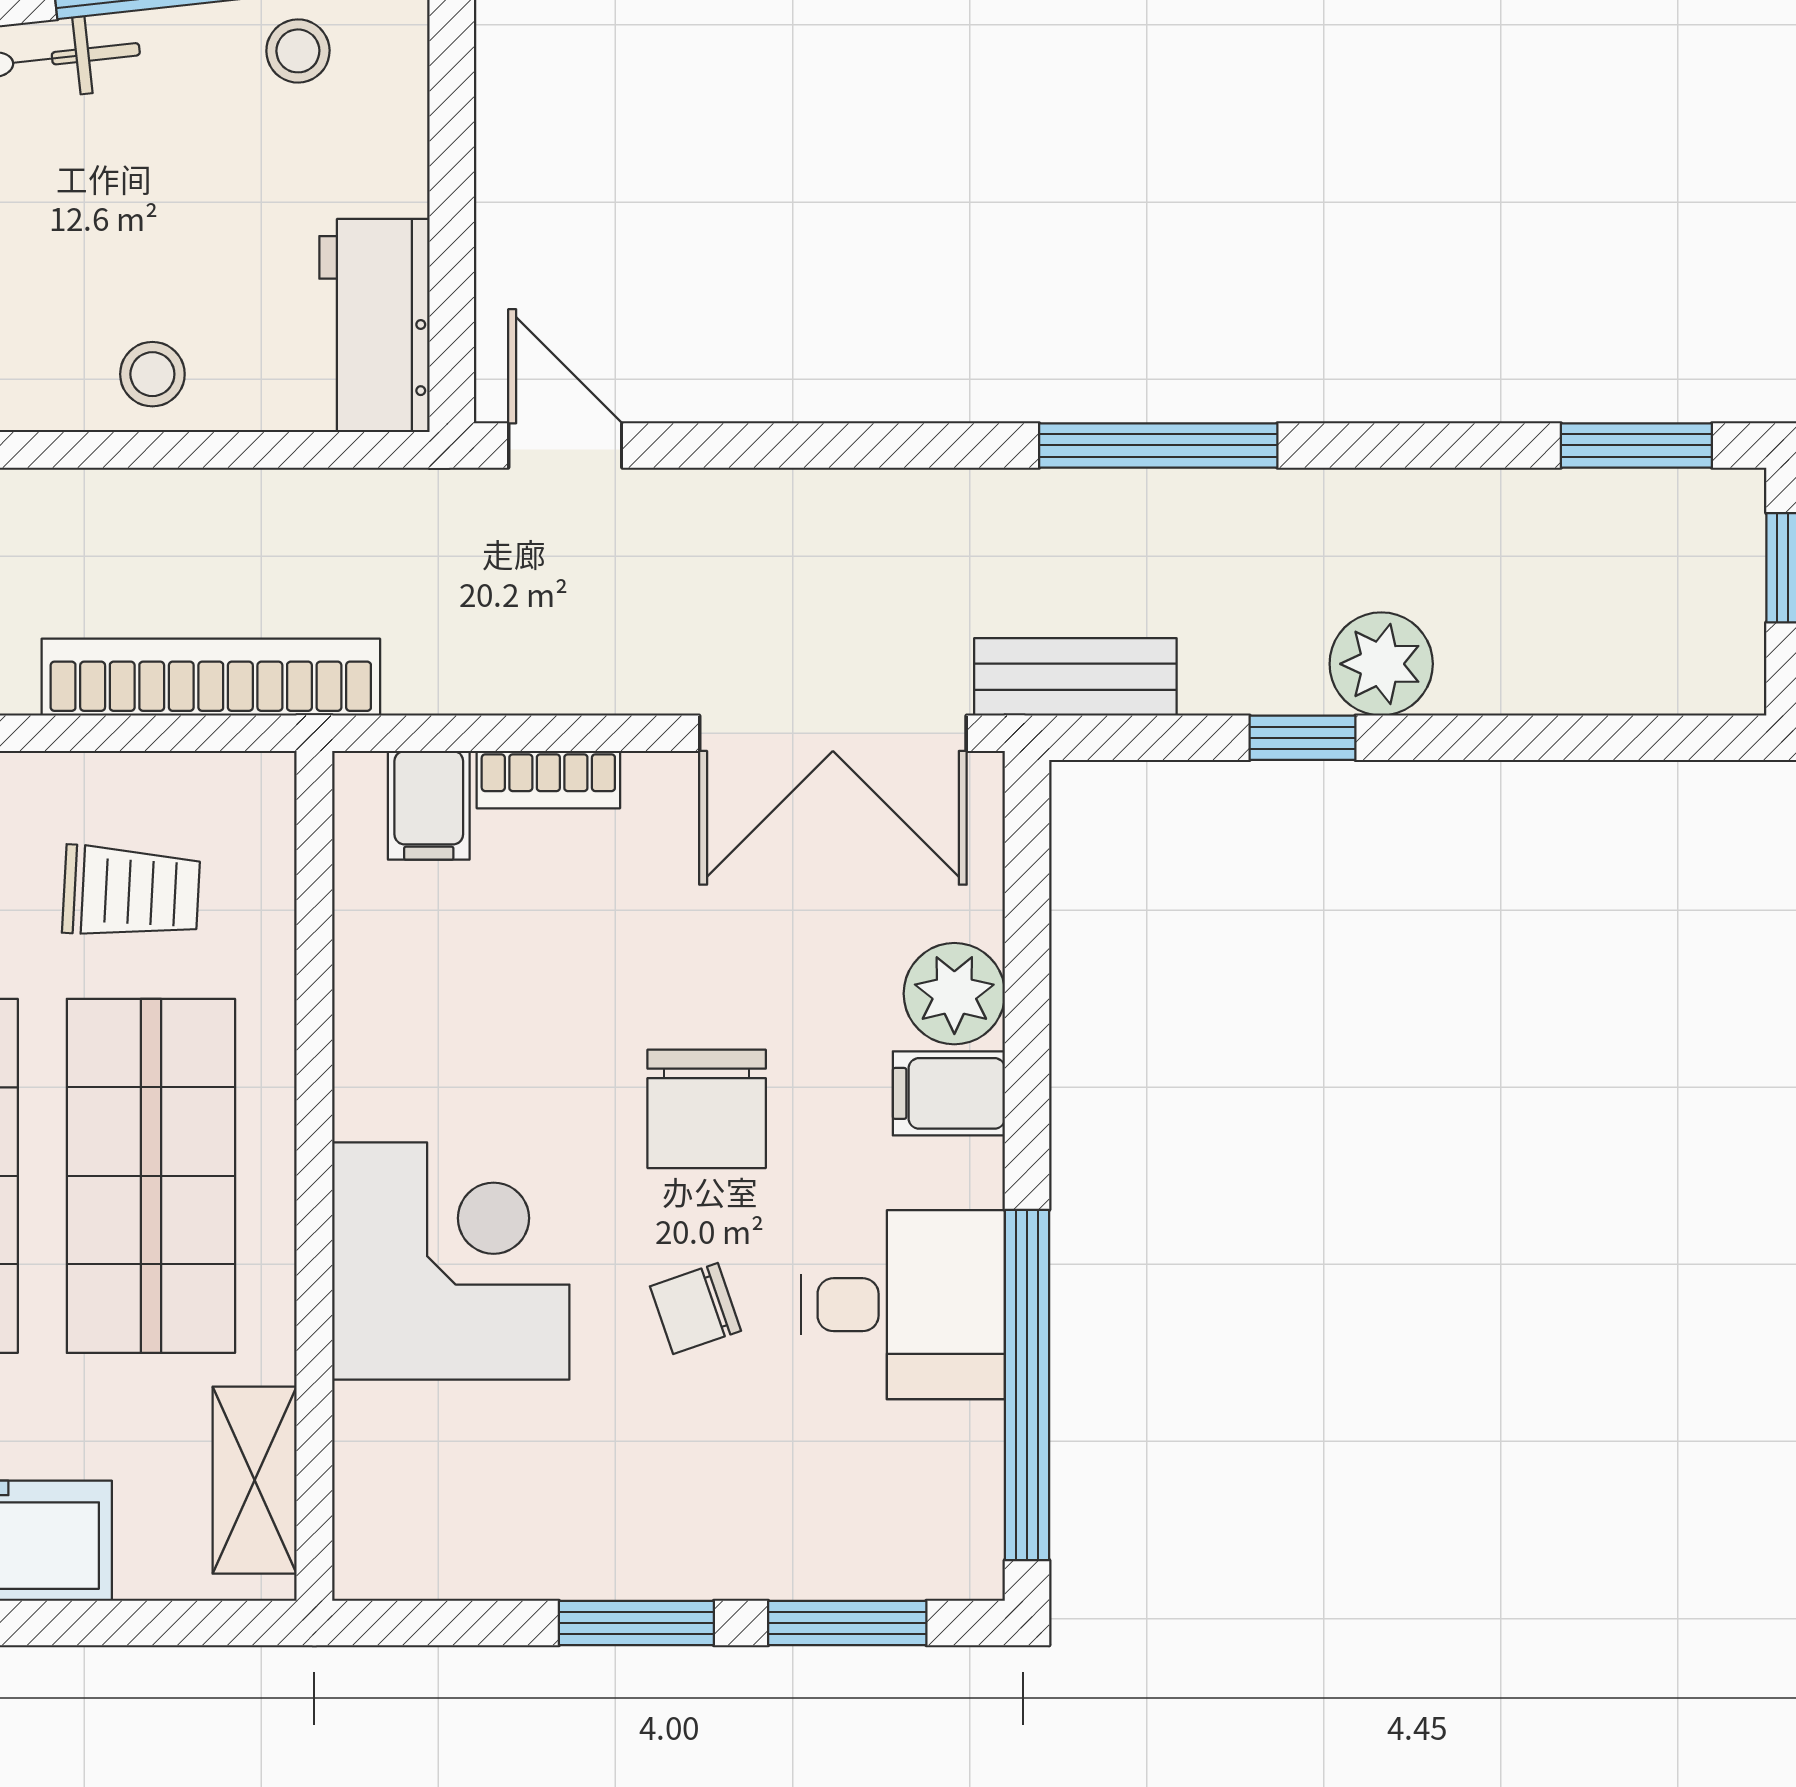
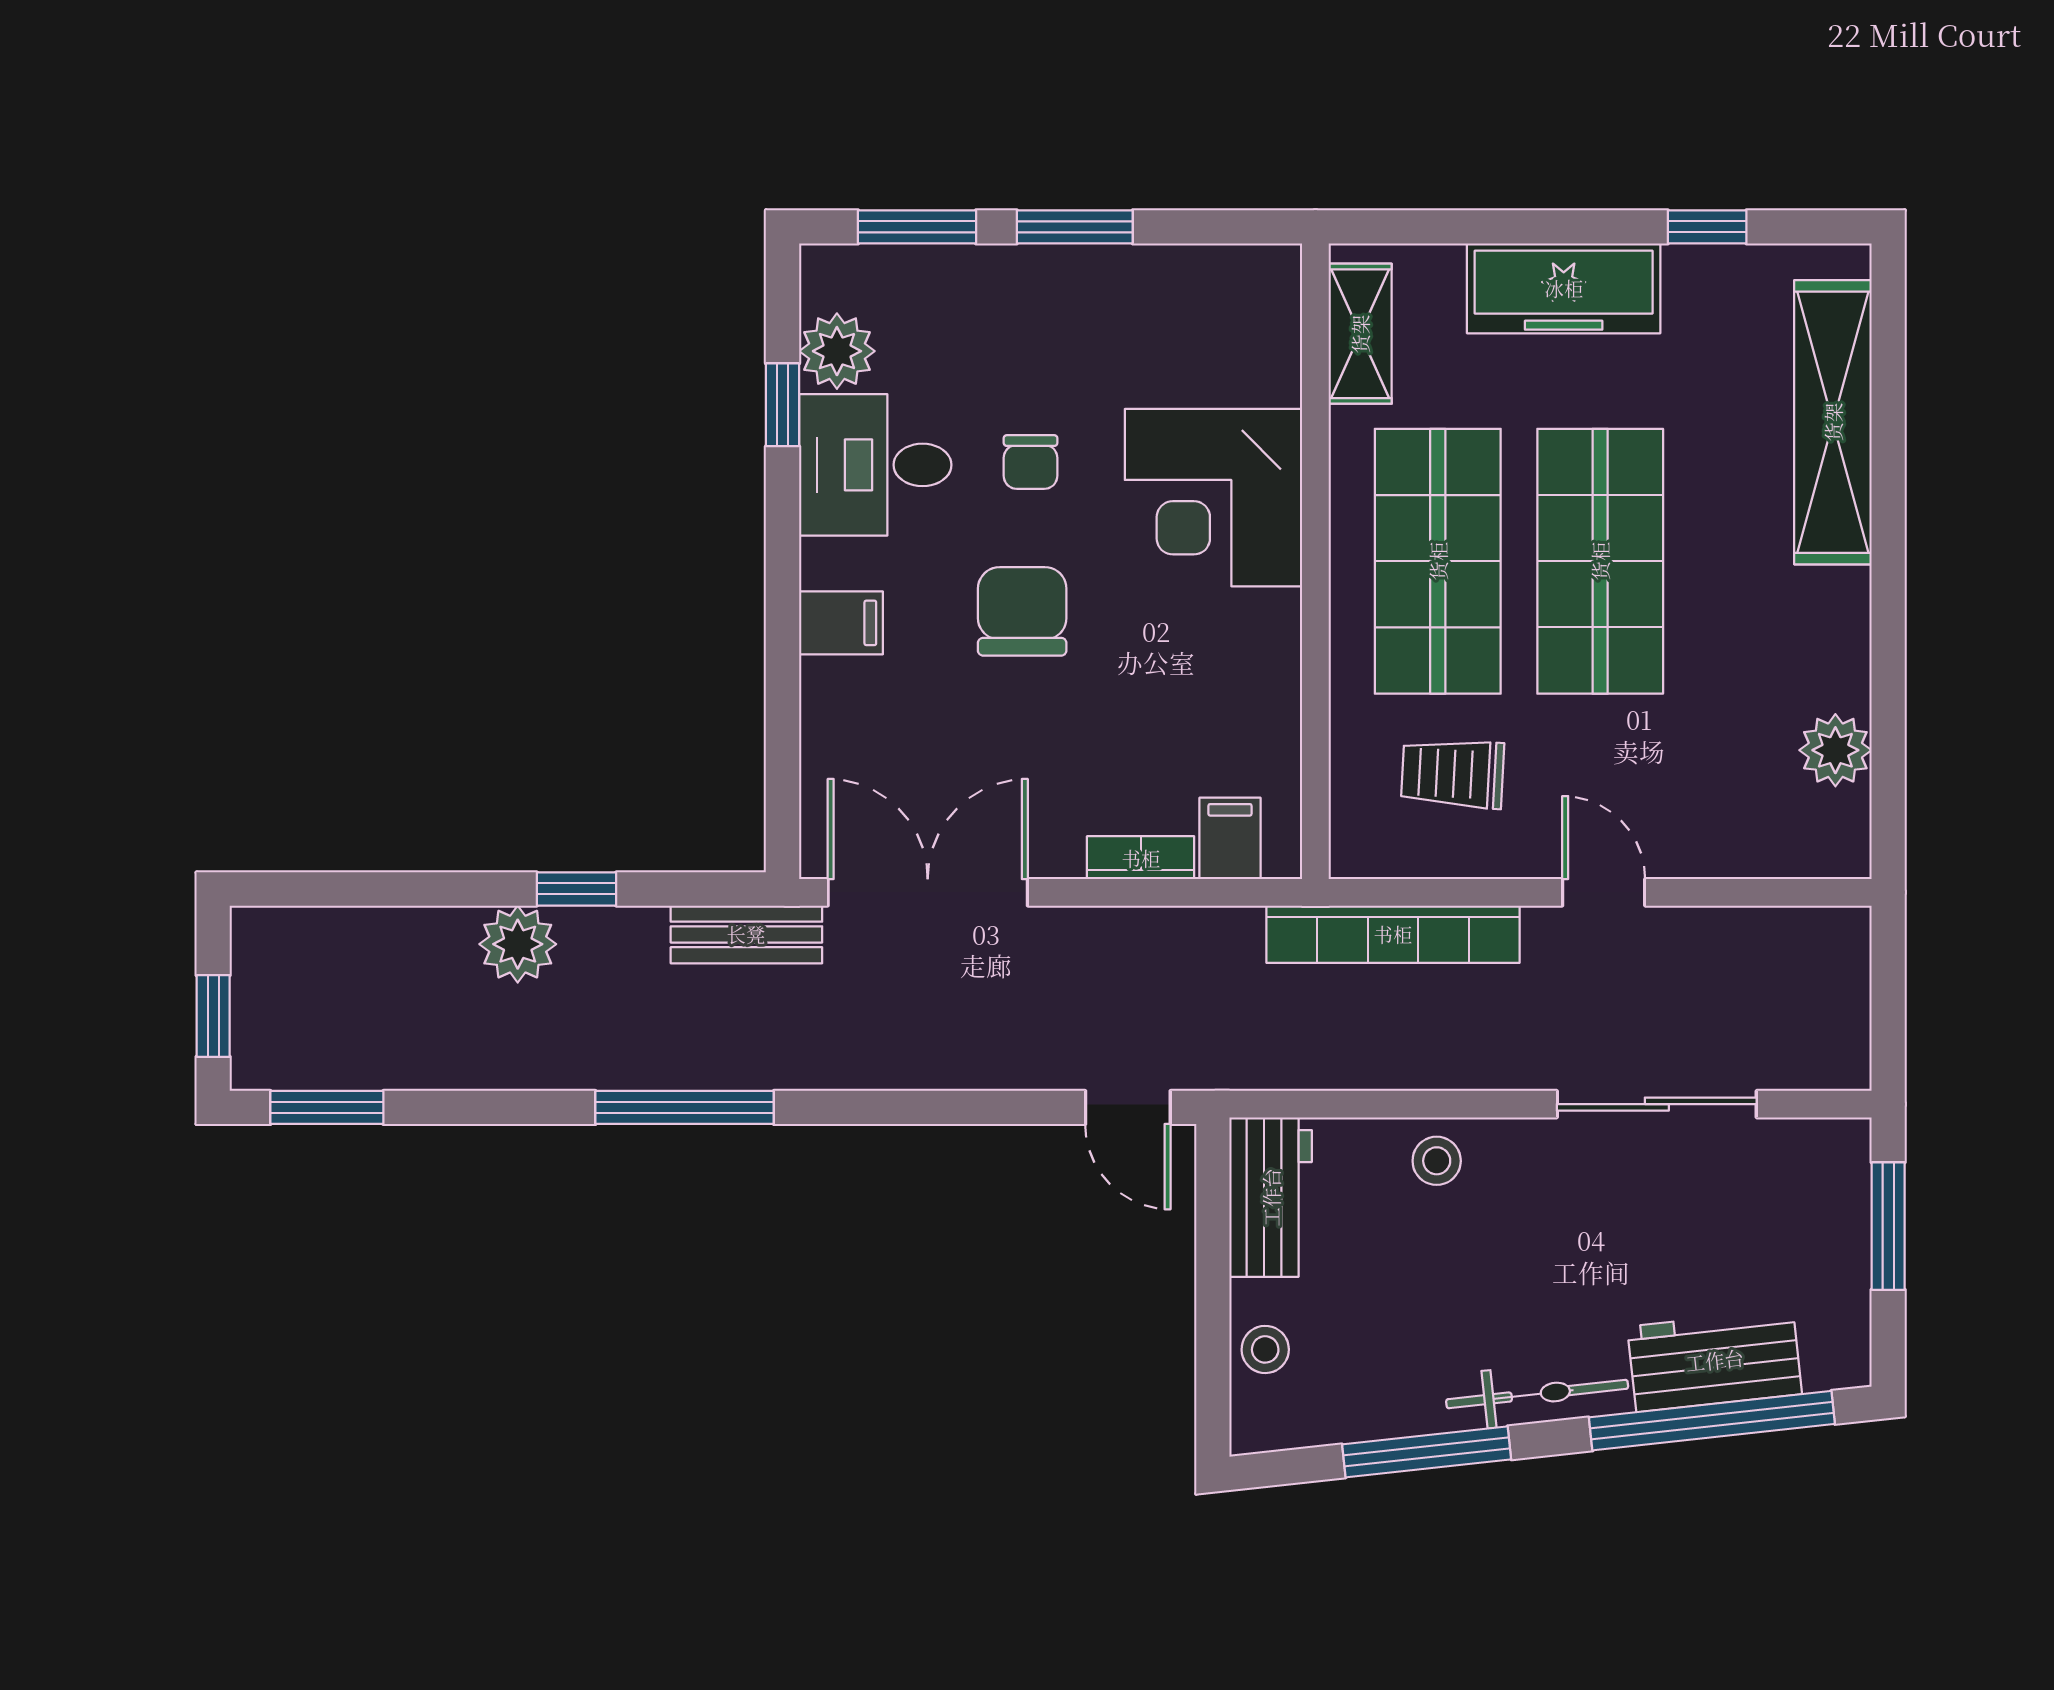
stool: (298, 51) -> (1265, 1349), moved
plant: (954, 994) -> (837, 351), moved
chair: (696, 1309) -> (1031, 462), turned 109
window: (1027, 1385) -> (783, 405), width x0.32

